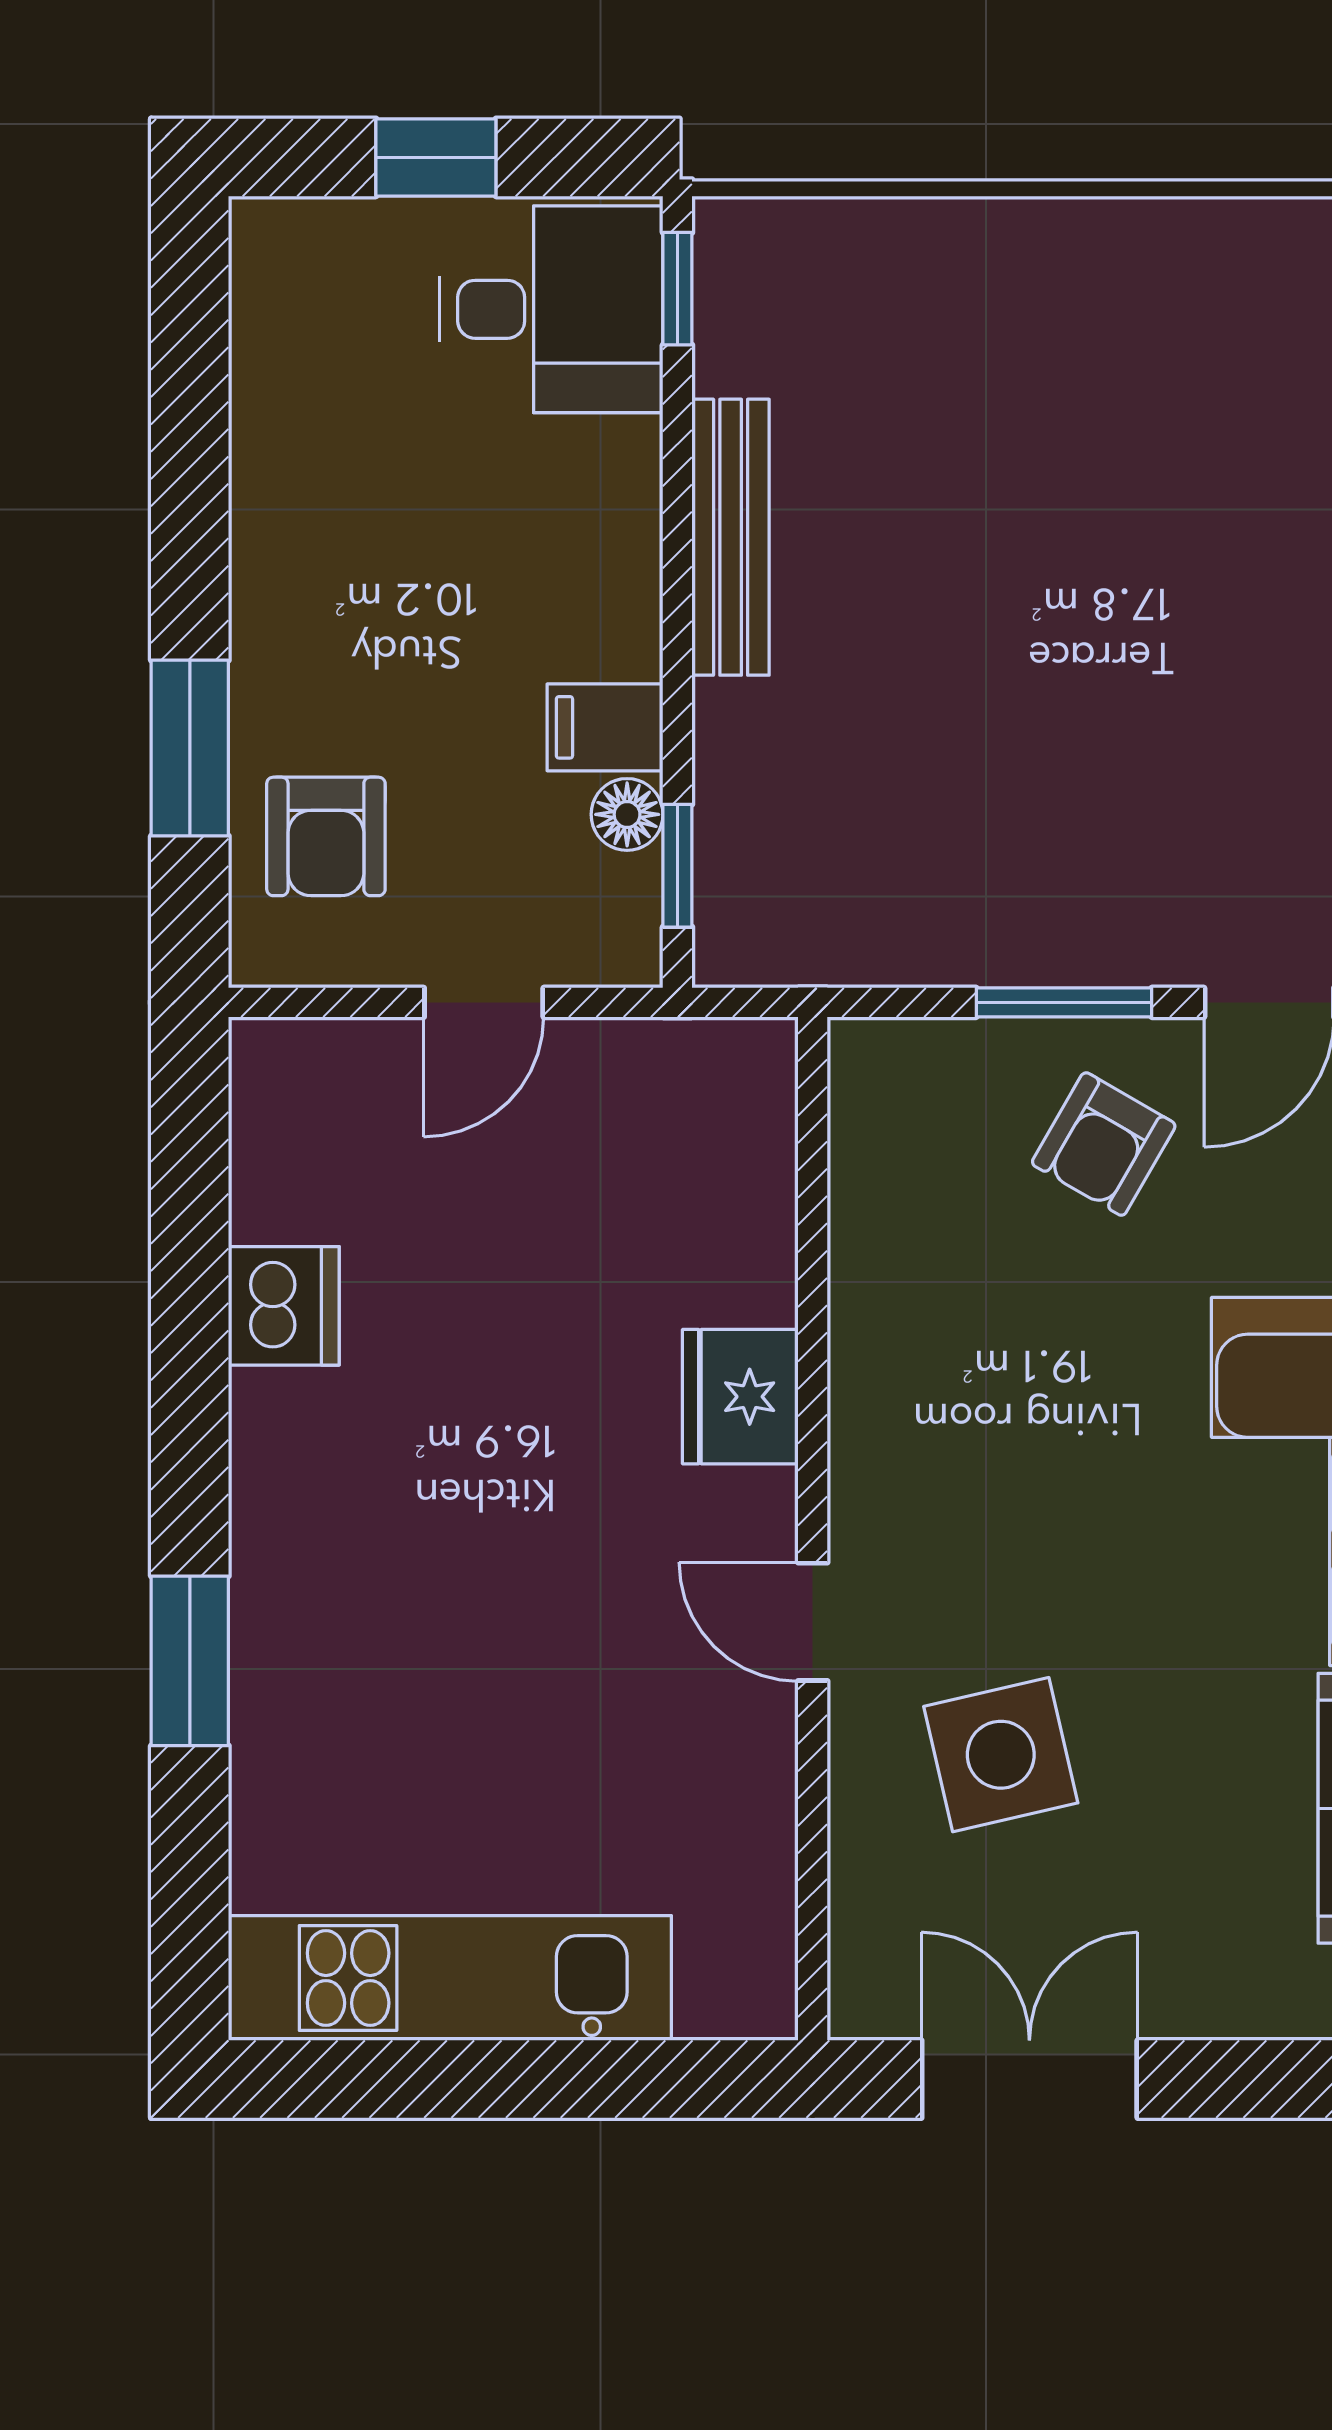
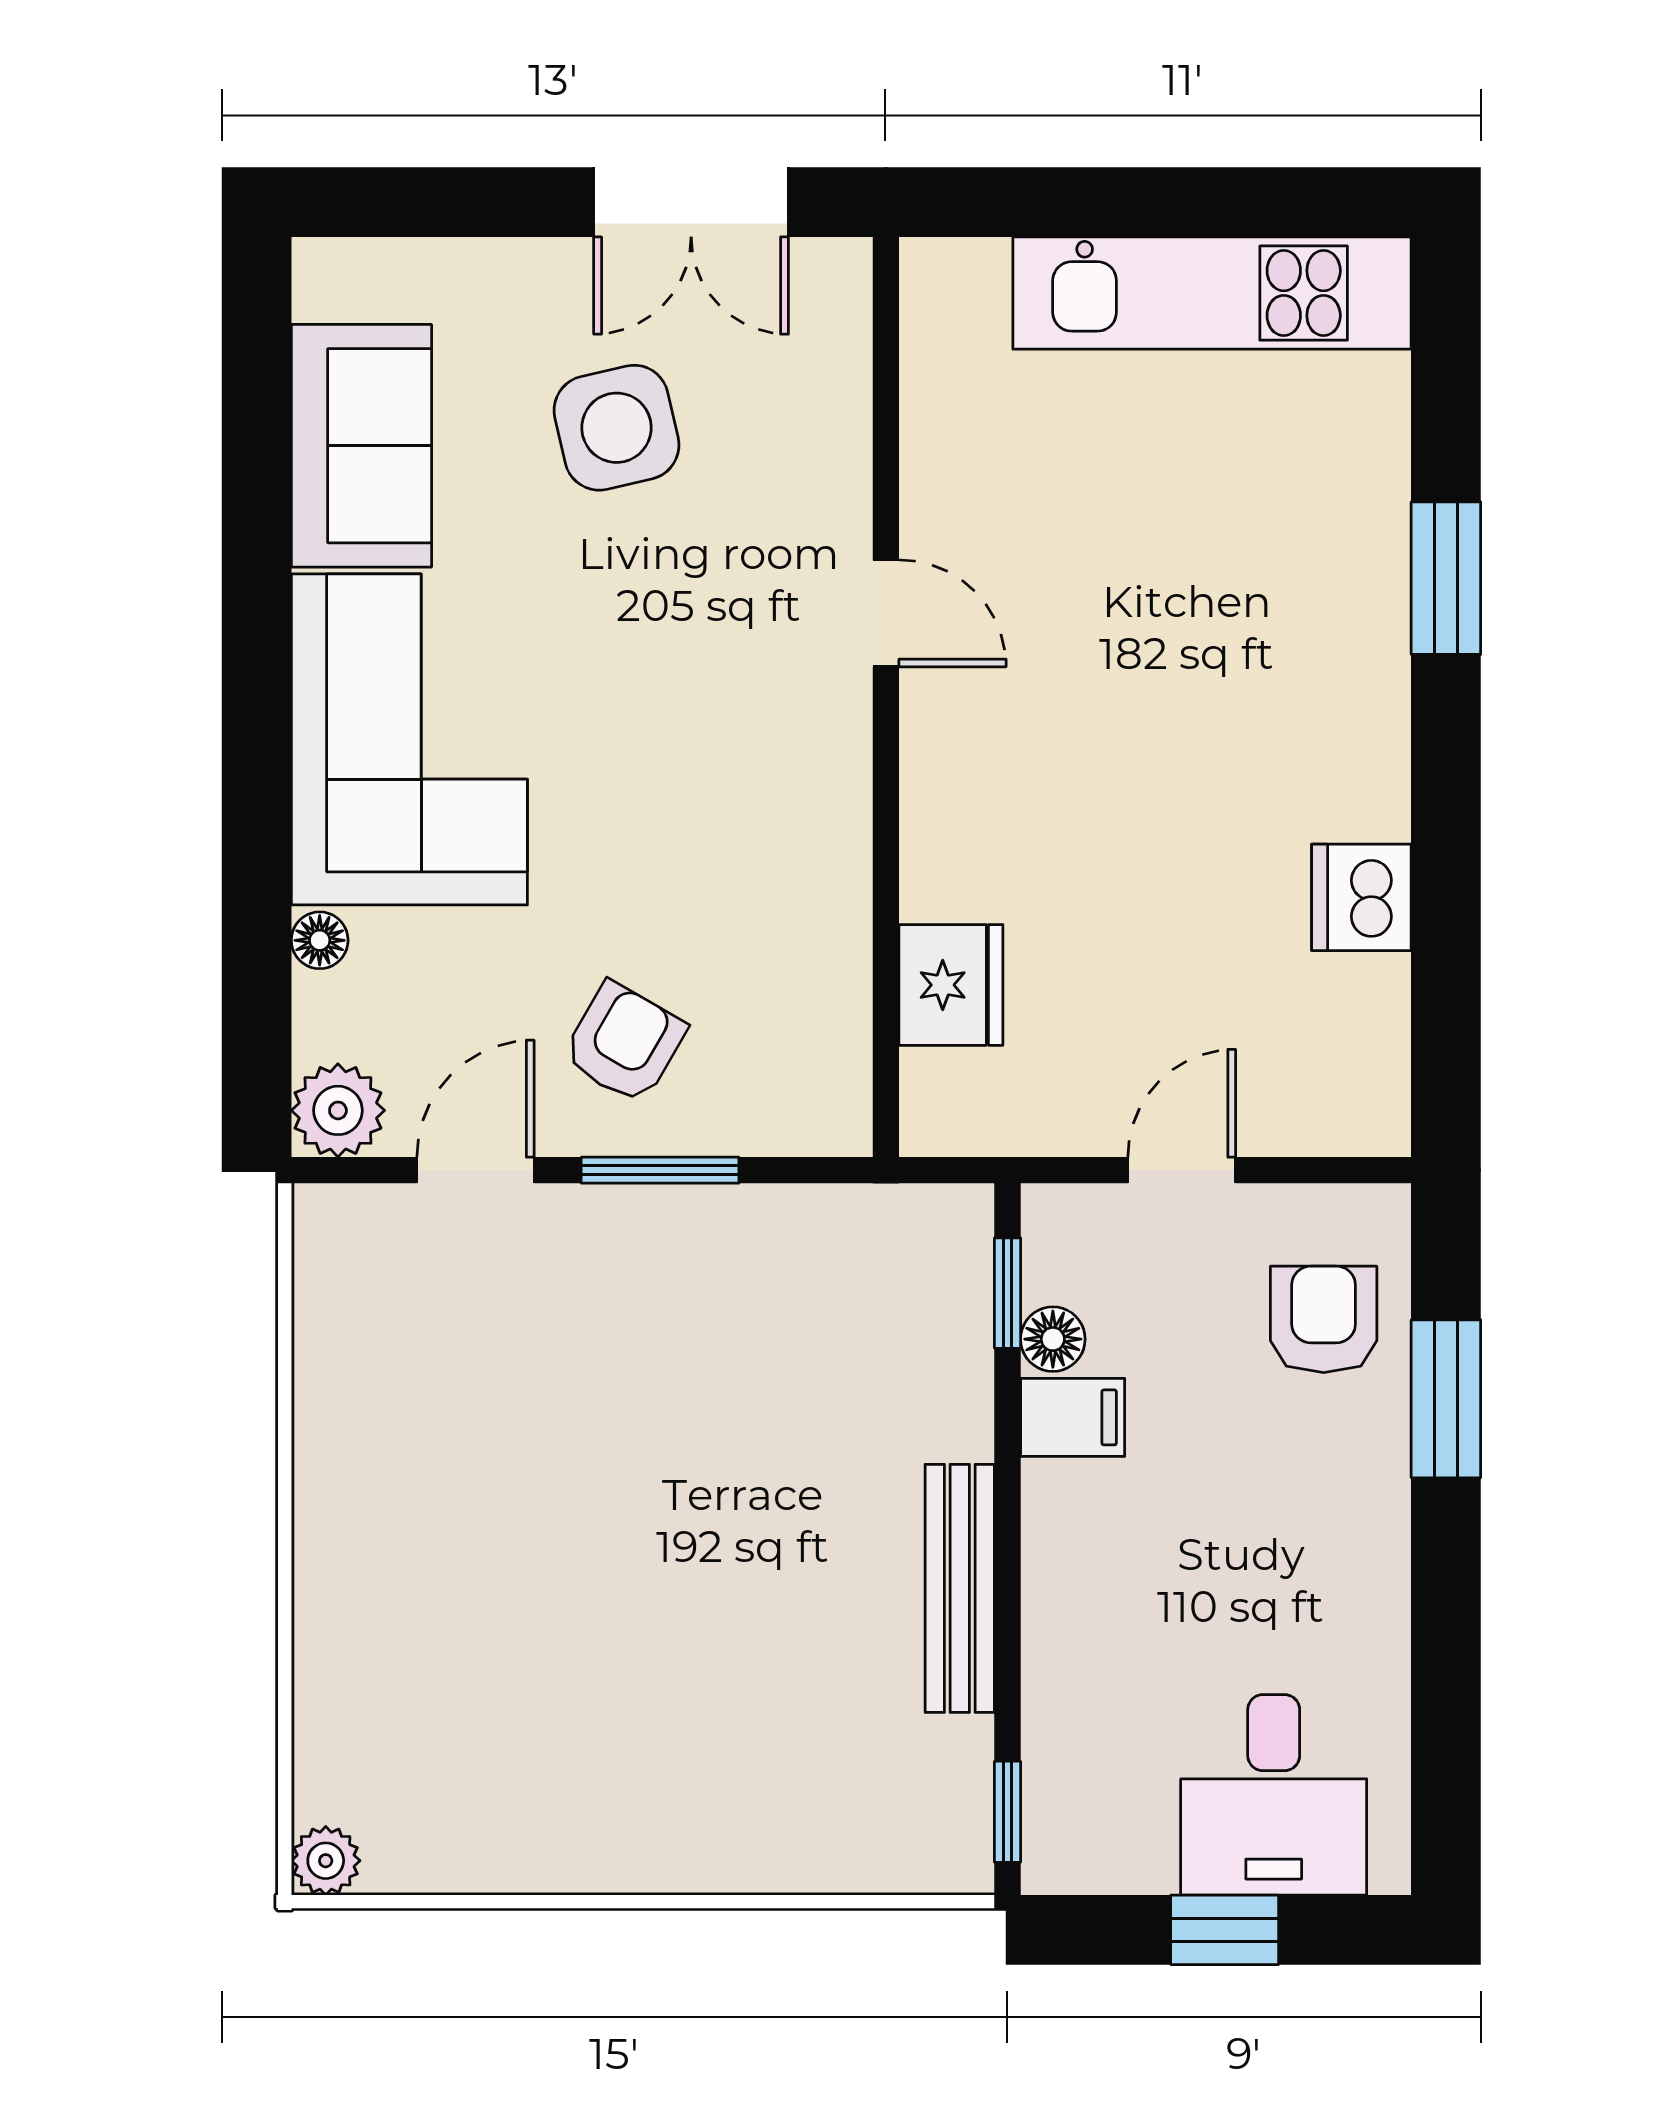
desk: (551, 309) -> (1274, 1795), moved, turned -90
fridge: (740, 1397) -> (951, 985), moved
side table: (1001, 1755) -> (617, 428), moved

